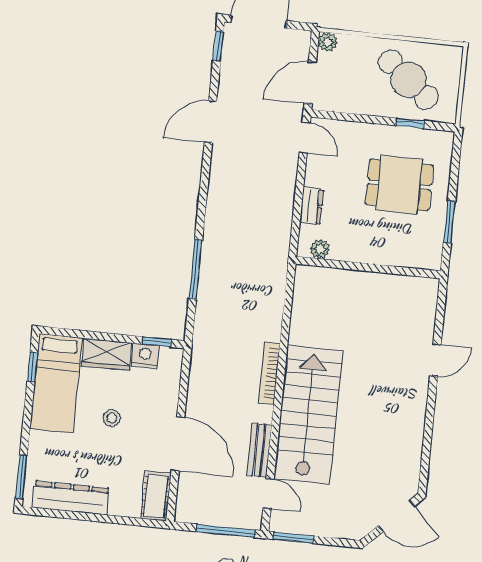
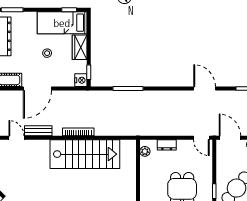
door: (305, 138) -> (201, 138), hinge flipped
nightstand: (145, 356) -> (81, 80), moved
stairs: (308, 415) -> (85, 154), moved
door: (269, 493) -> (16, 138), swing flipped

